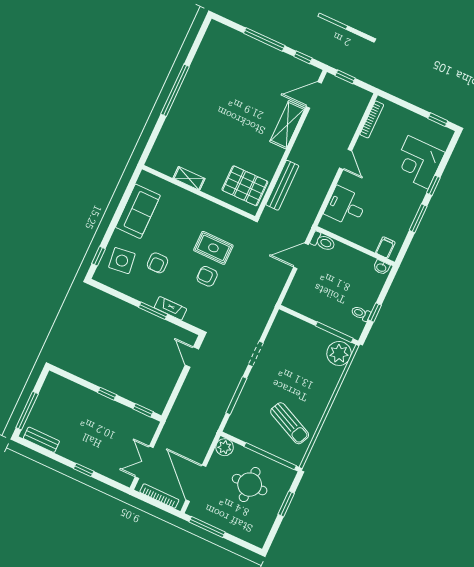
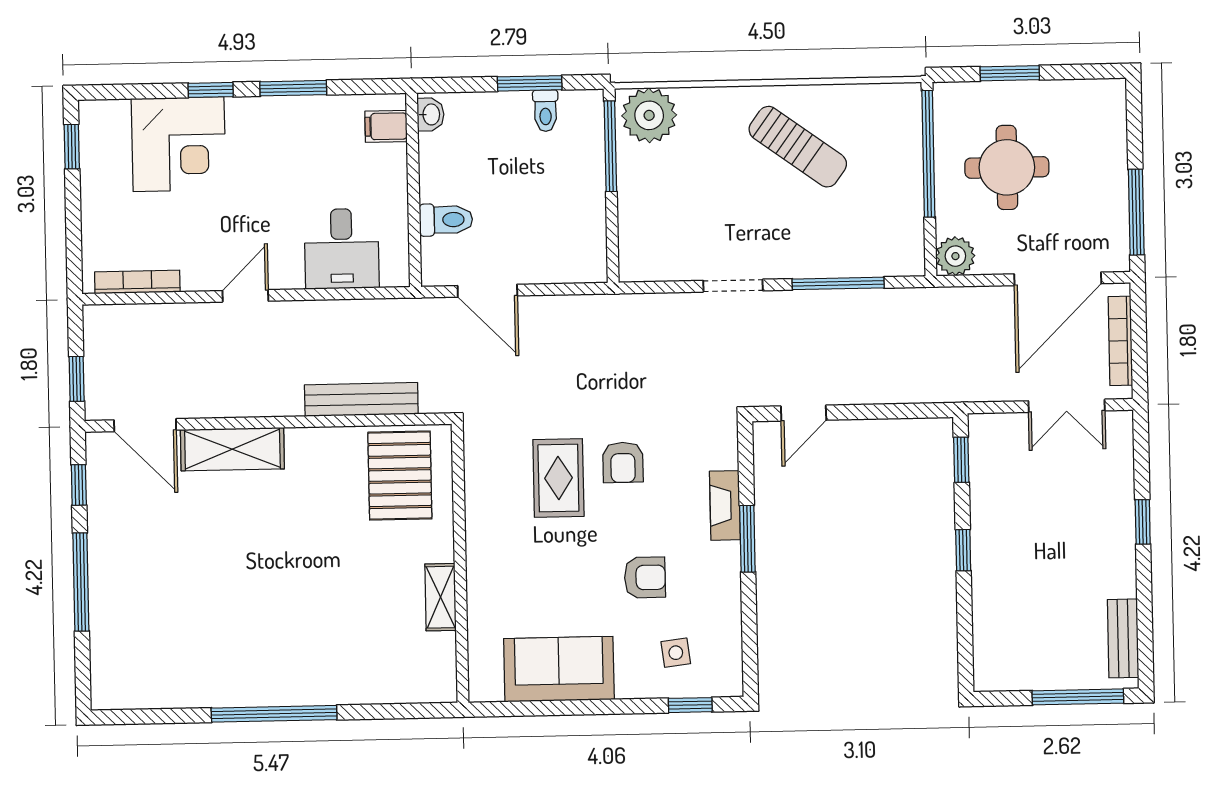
toilet: (323, 242) -> (446, 220), moved, turned 90
side table: (122, 261) -> (676, 653), width x0.54, depth x0.54
window: (375, 312) -> (530, 83), width x1.50
sun lounger: (290, 423) -> (798, 147), moved, turned 101

